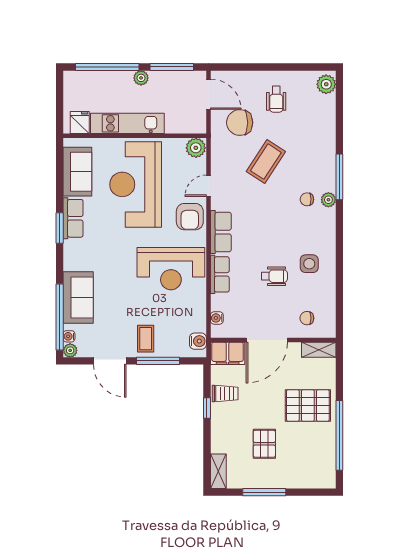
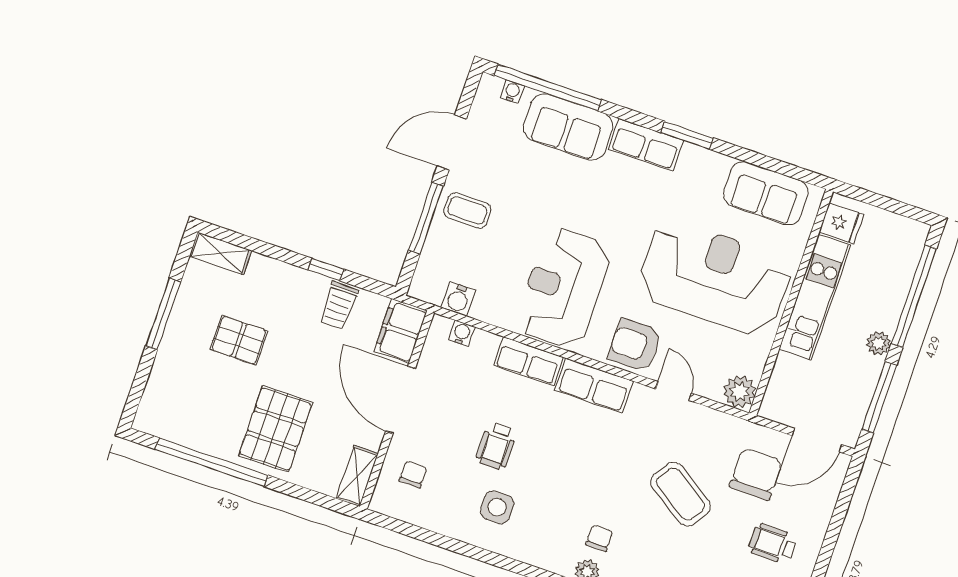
row of seats: (73, 218) -> (646, 145), moved
water cooler: (198, 341) -> (458, 299), moved
plant: (70, 350) -> (490, 86), removed

